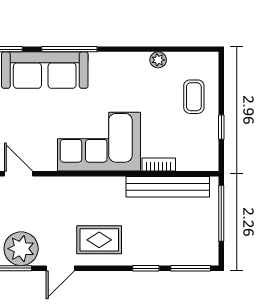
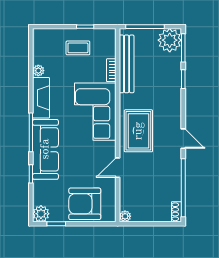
fireplace: (119, 64) -> (41, 98), added
coffee table: (194, 97) -> (78, 48), moved
rug: (99, 240) -> (138, 131), moved, width x1.36, depth x1.43
plant: (21, 249) -> (170, 40), moved

